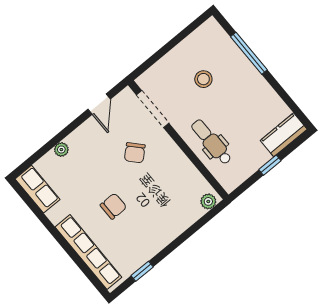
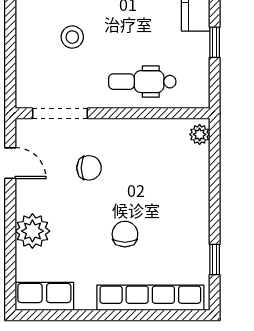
plant: (61, 150) -> (32, 231), width x1.88, depth x1.88
chair: (135, 153) -> (89, 168), turned -47

